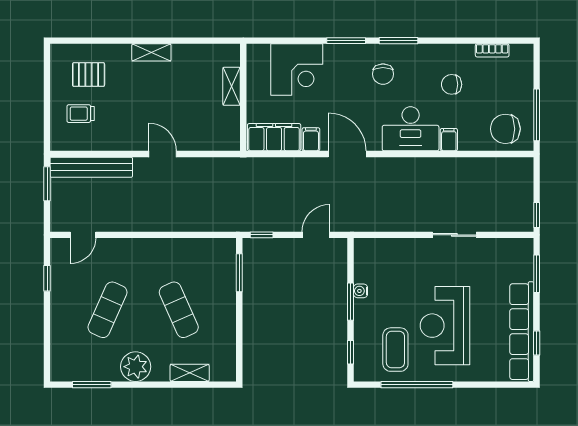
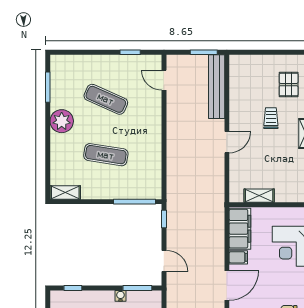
shelving: (232, 86) -> (259, 196), moved
trolley: (81, 114) -> (271, 118), moved
window: (239, 273) -> (135, 202), width x1.44
window: (350, 302) -> (137, 288), moved
exercise mat: (179, 310) -> (106, 155), turned 33
shelving: (190, 373) -> (65, 192), moved, turned 90

